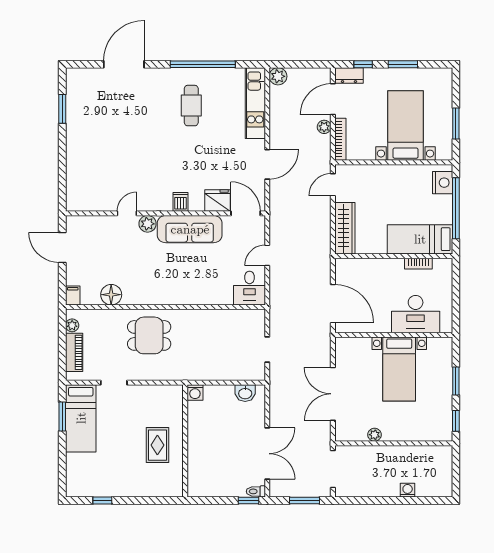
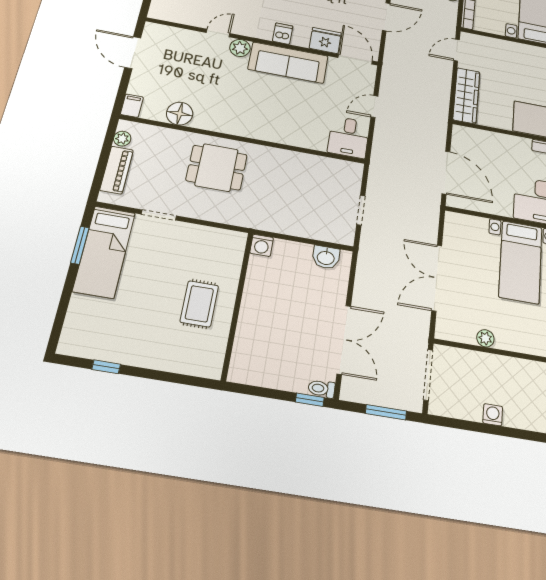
washing machine: (408, 490) -> (493, 415), moved

